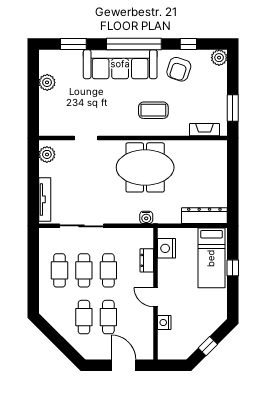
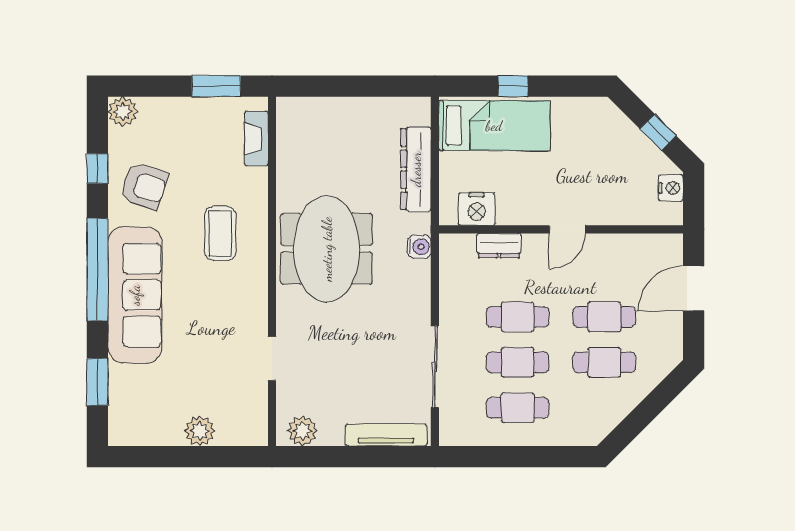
plant: (47, 82) -> (200, 431), moved
dresser: (204, 216) -> (416, 169), moved
nightstand: (164, 323) -> (671, 188), moved, turned -90

